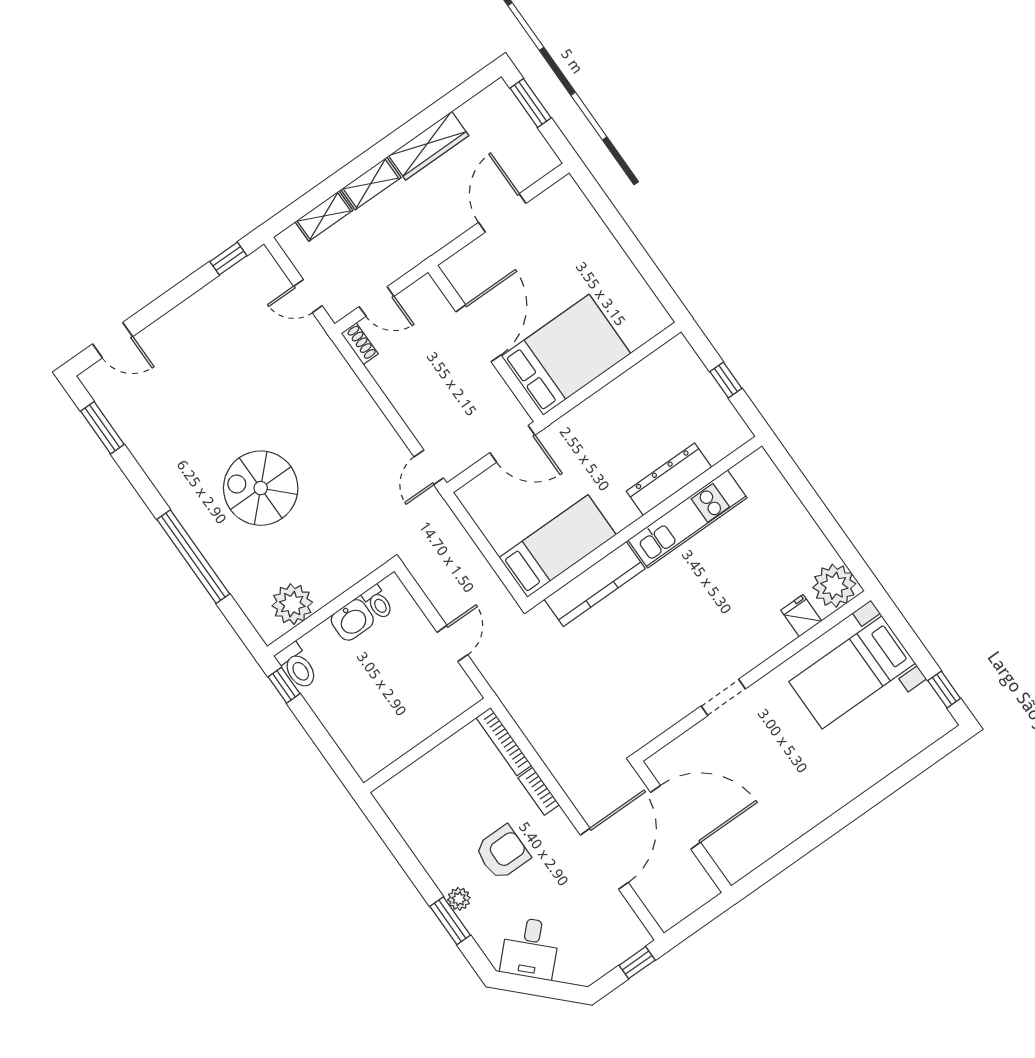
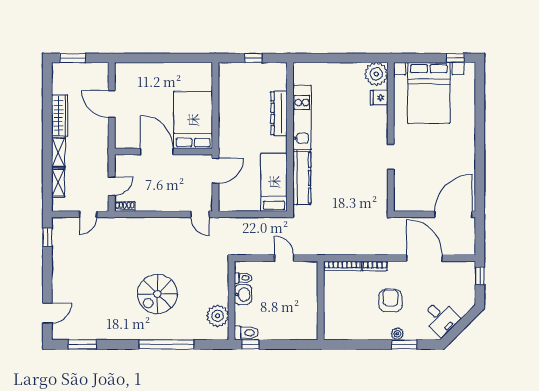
bed with nightstands: (852, 672) -> (429, 93), width x1.36
door: (676, 817) -> (454, 214), moved

